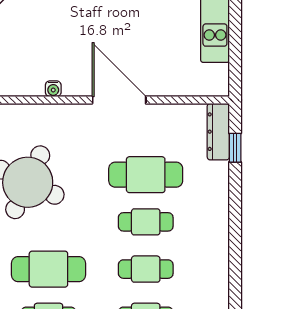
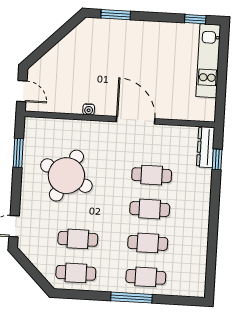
cafe table: (146, 175) -> (152, 175), width x0.73, depth x0.74
cafe table: (48, 269) -> (78, 239), width x0.73, depth x0.74

